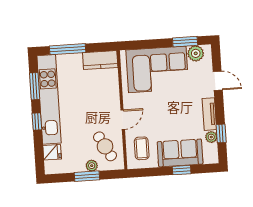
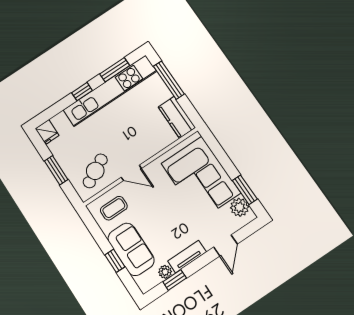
fridge: (52, 152) -> (47, 132), moved
plant: (92, 166) -> (69, 169), removed

